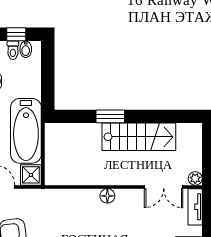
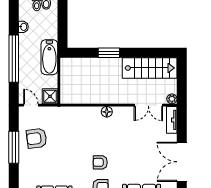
bathtub: (26, 131) -> (49, 57), width x0.73, depth x0.73
stairs: (139, 137) -> (150, 68), moved

